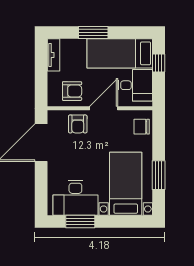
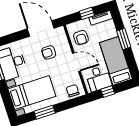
window: (159, 63) -> (108, 92), moved
window: (41, 72) -> (87, 13), added
armchair: (78, 124) -> (49, 52), moved

